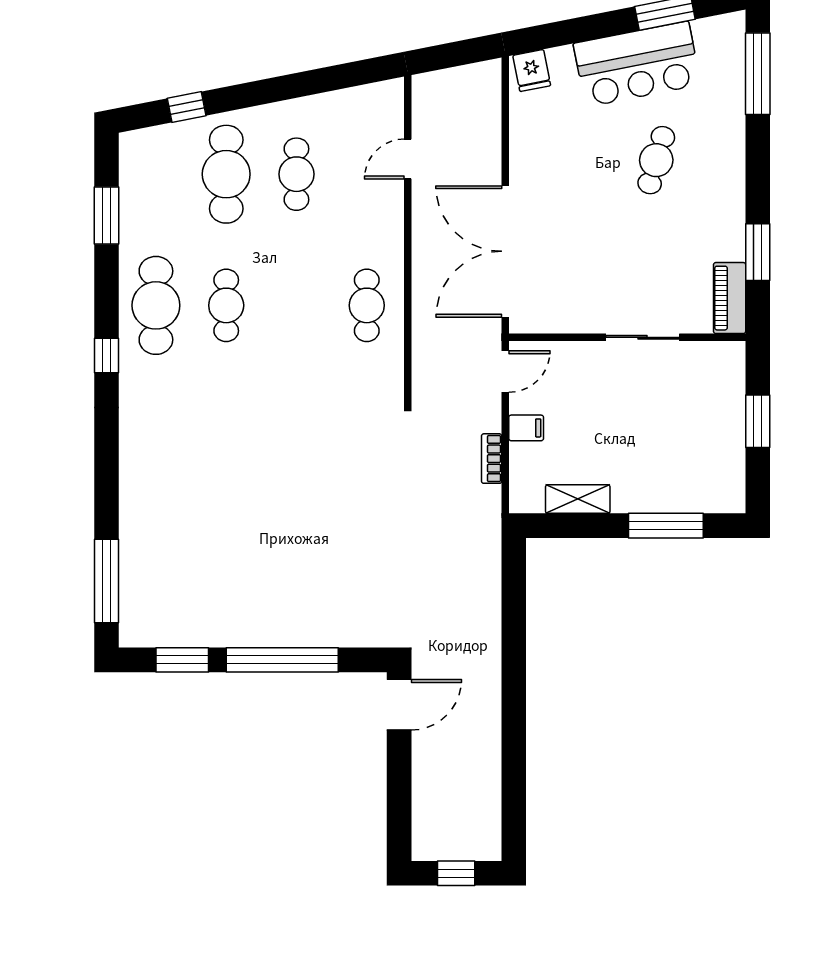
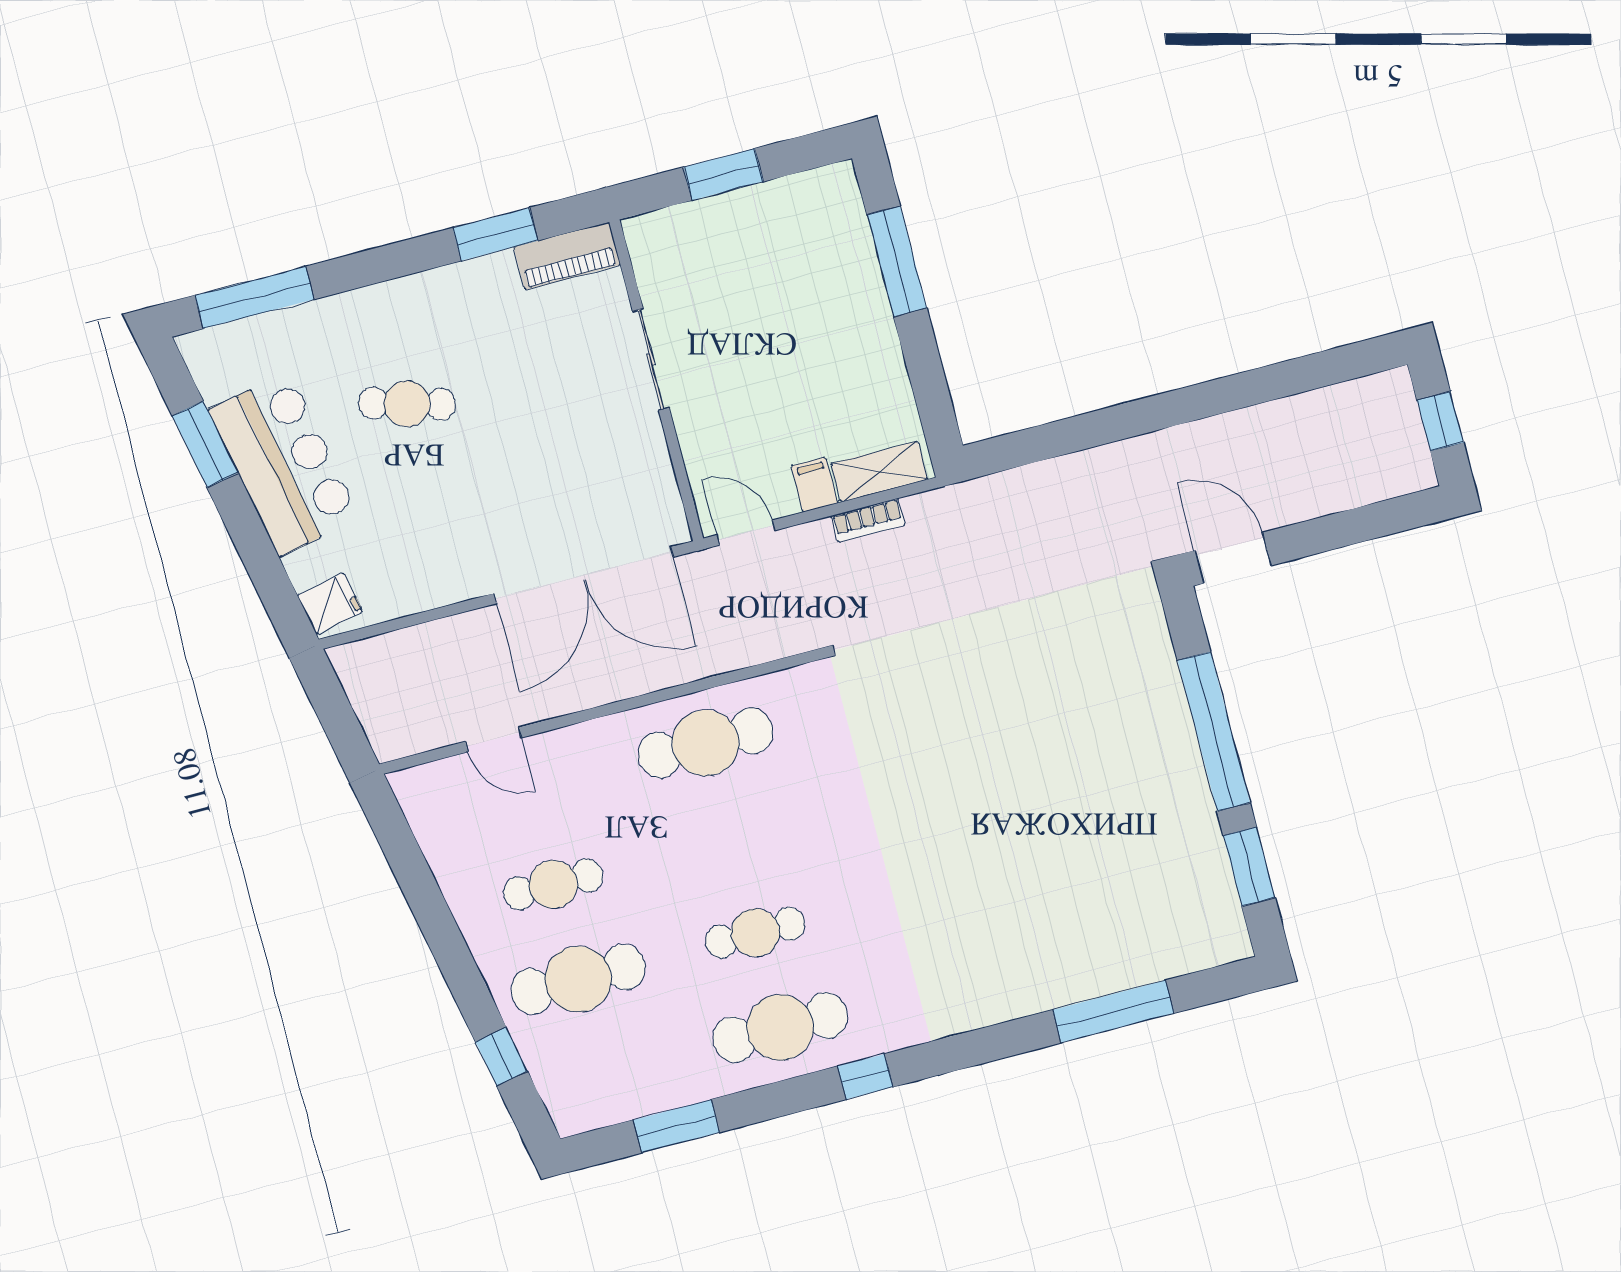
cafe table: (367, 305) -> (705, 743), width x1.37, depth x1.35
shelving: (578, 499) -> (879, 472), moved, turned 90
window: (106, 581) -> (1113, 1011), moved

